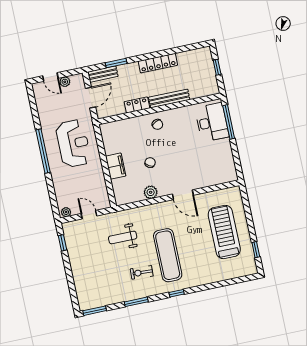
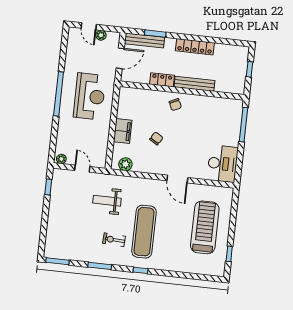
bench: (103, 74) -> (144, 40), width x1.36
desk: (212, 122) -> (223, 164), moved
plant: (151, 192) -> (125, 164), moved

